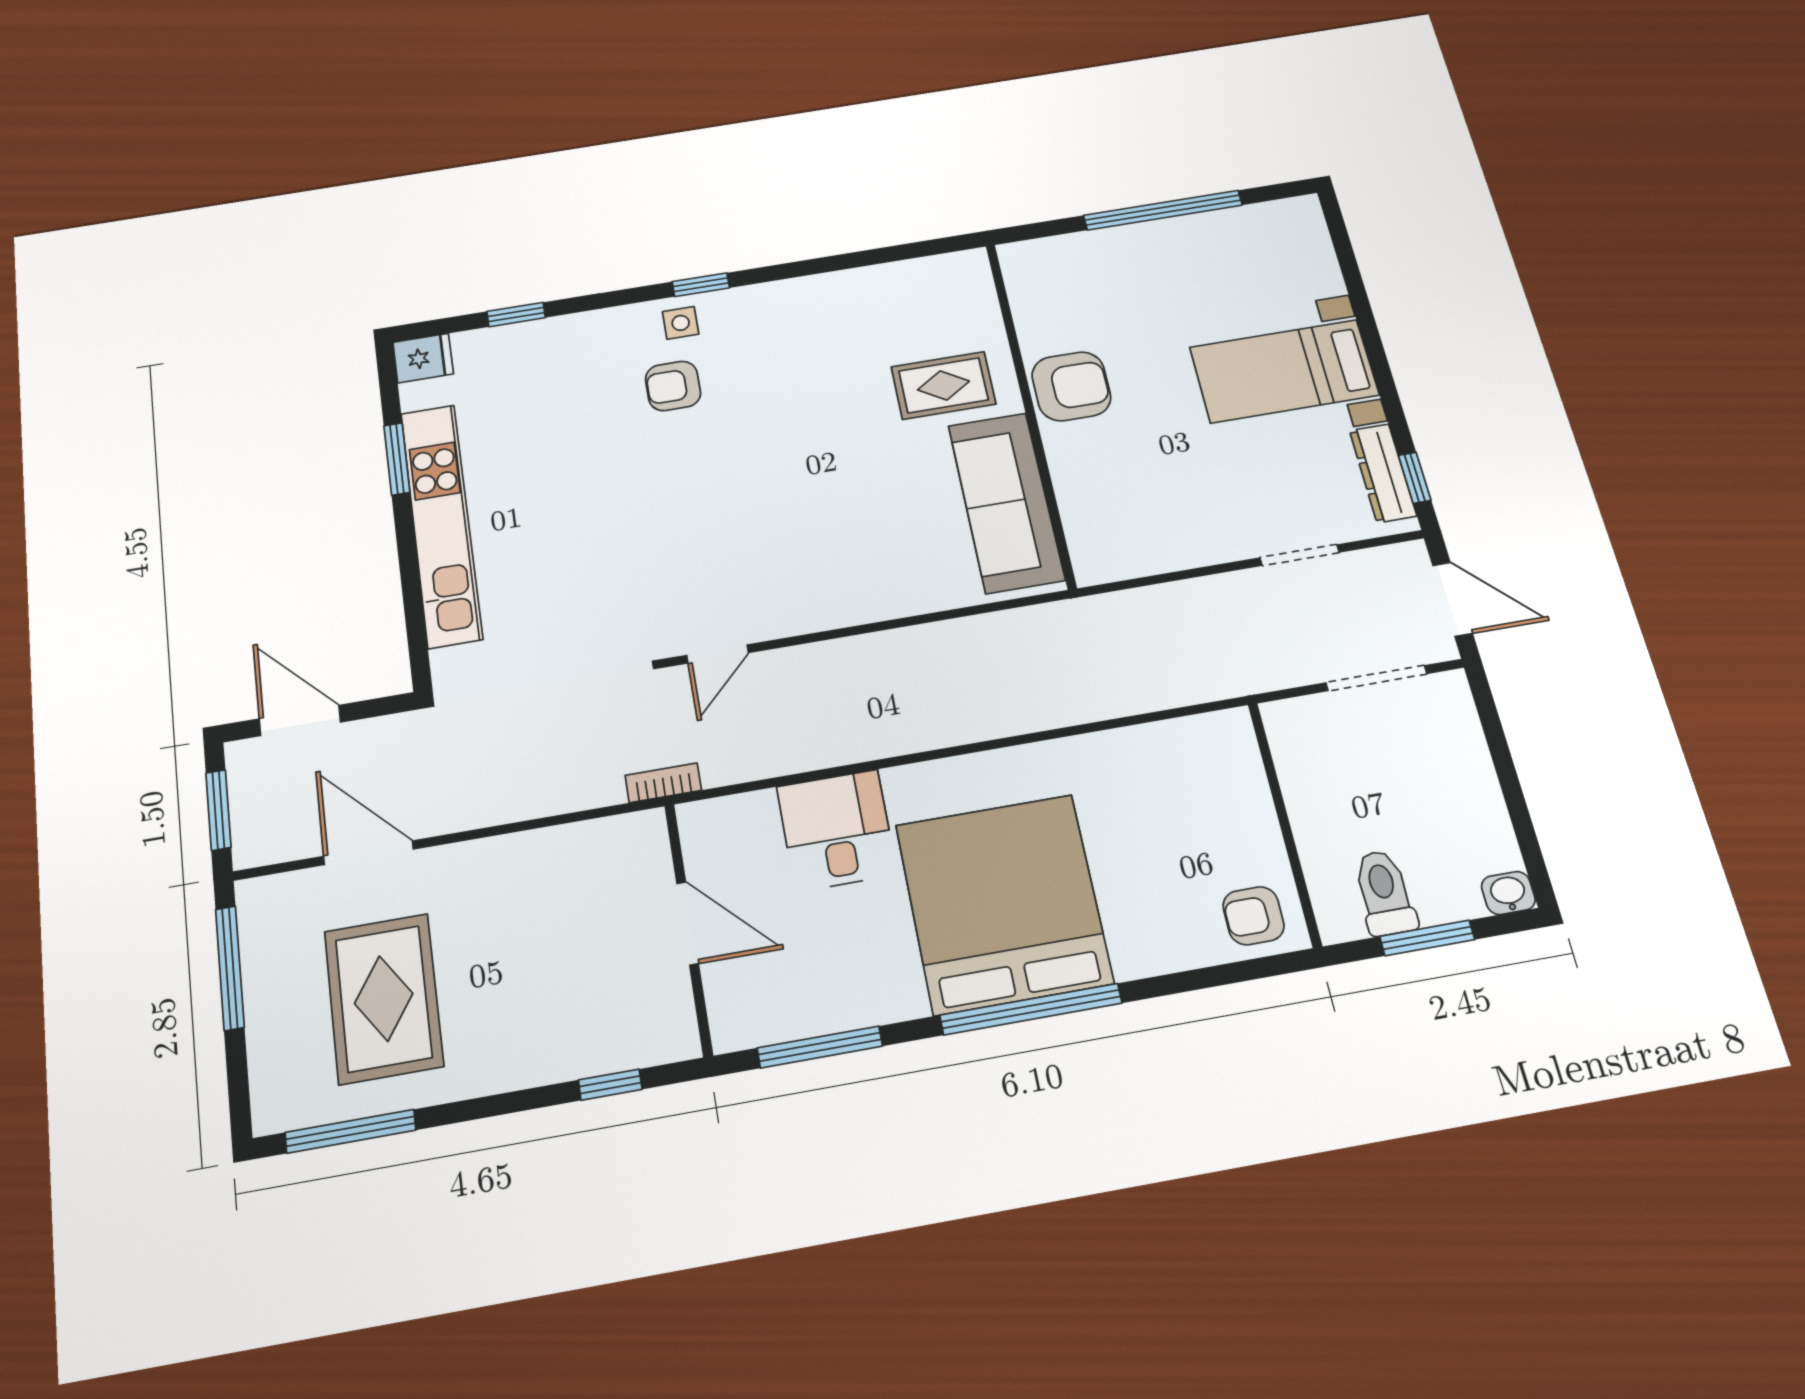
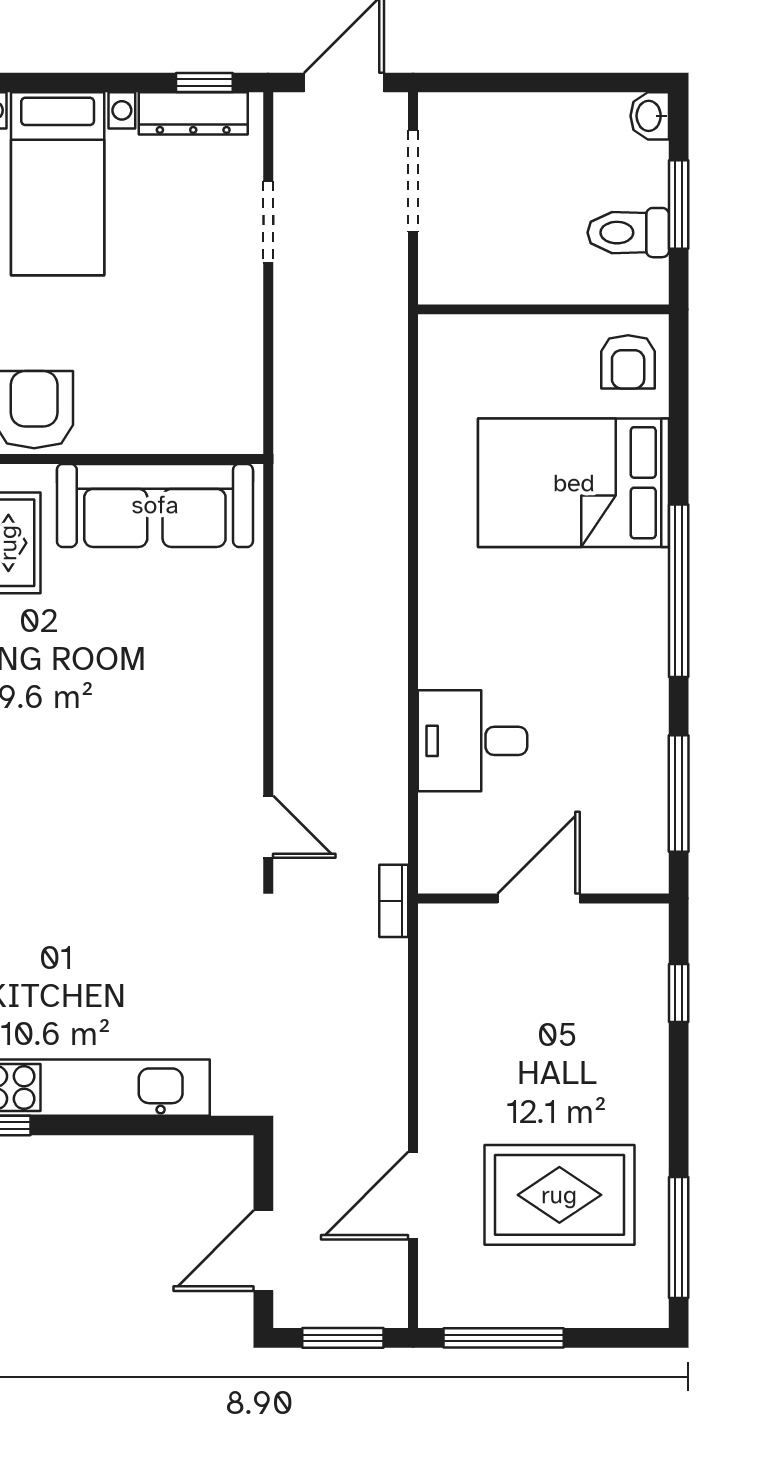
bed: (1004, 904) -> (574, 483), moved, width x0.73

